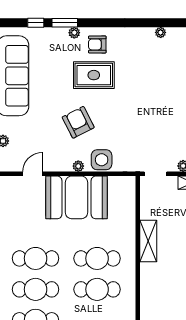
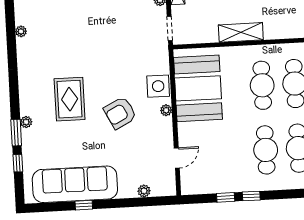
armchair: (97, 44) -> (37, 97), removed
door: (32, 174) -> (177, 158), swing flipped
booth: (76, 197) -> (198, 88), moved

